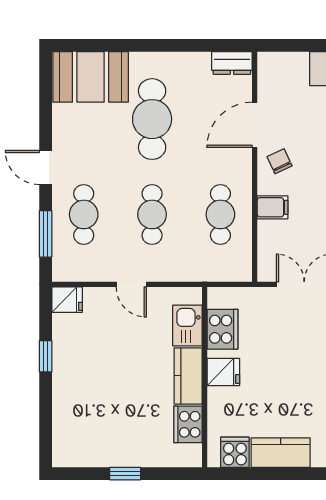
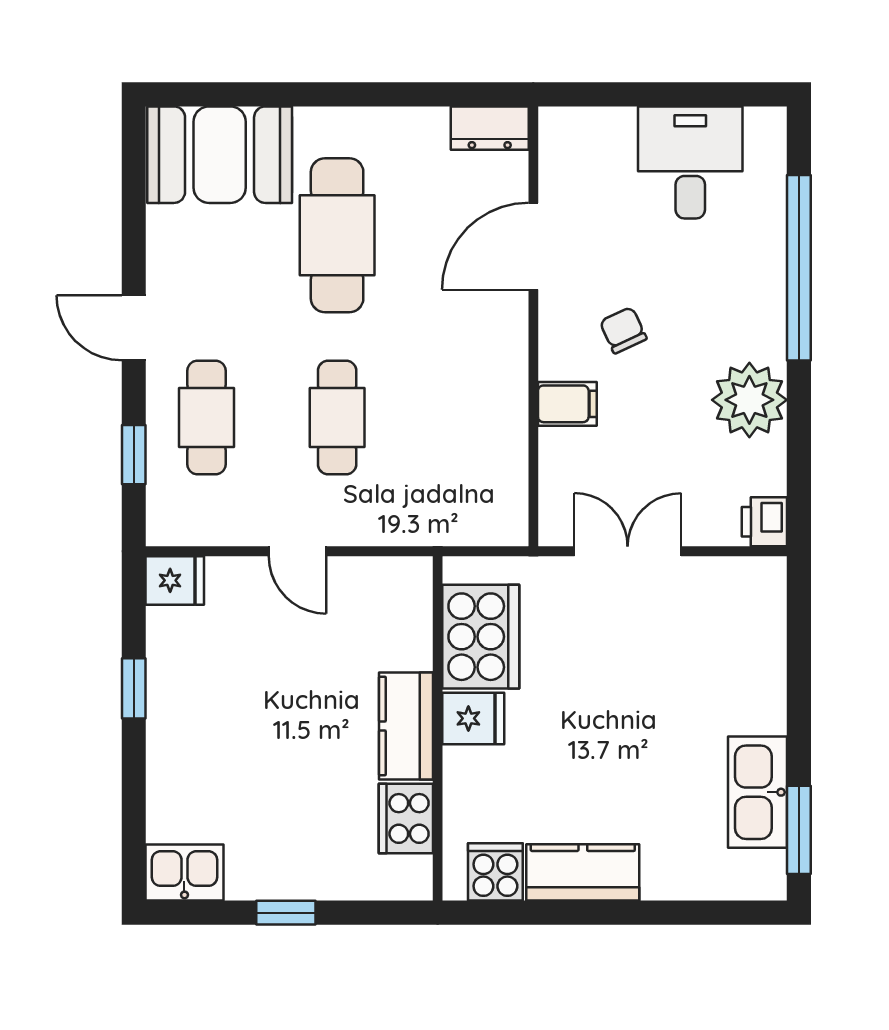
chair: (280, 161) -> (623, 330), moved
cafe table: (220, 214) -> (468, 417), removed
window: (46, 234) -> (134, 455), width x0.67
kitchen sink: (187, 326) -> (184, 872), moved, turned 90
cooker: (222, 329) -> (481, 637), width x1.37, depth x1.31

